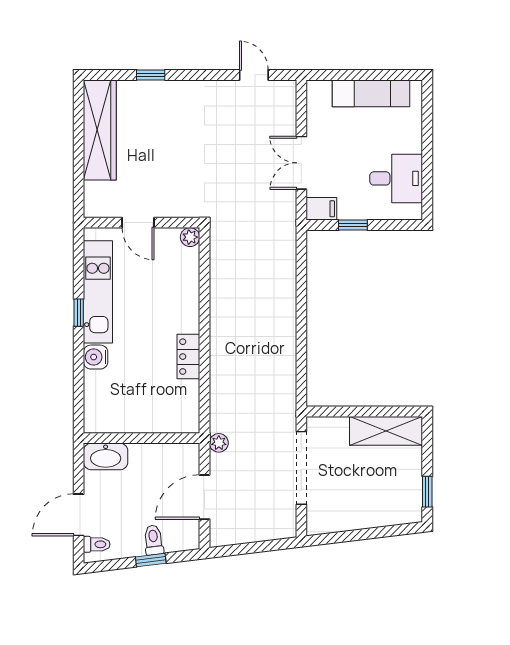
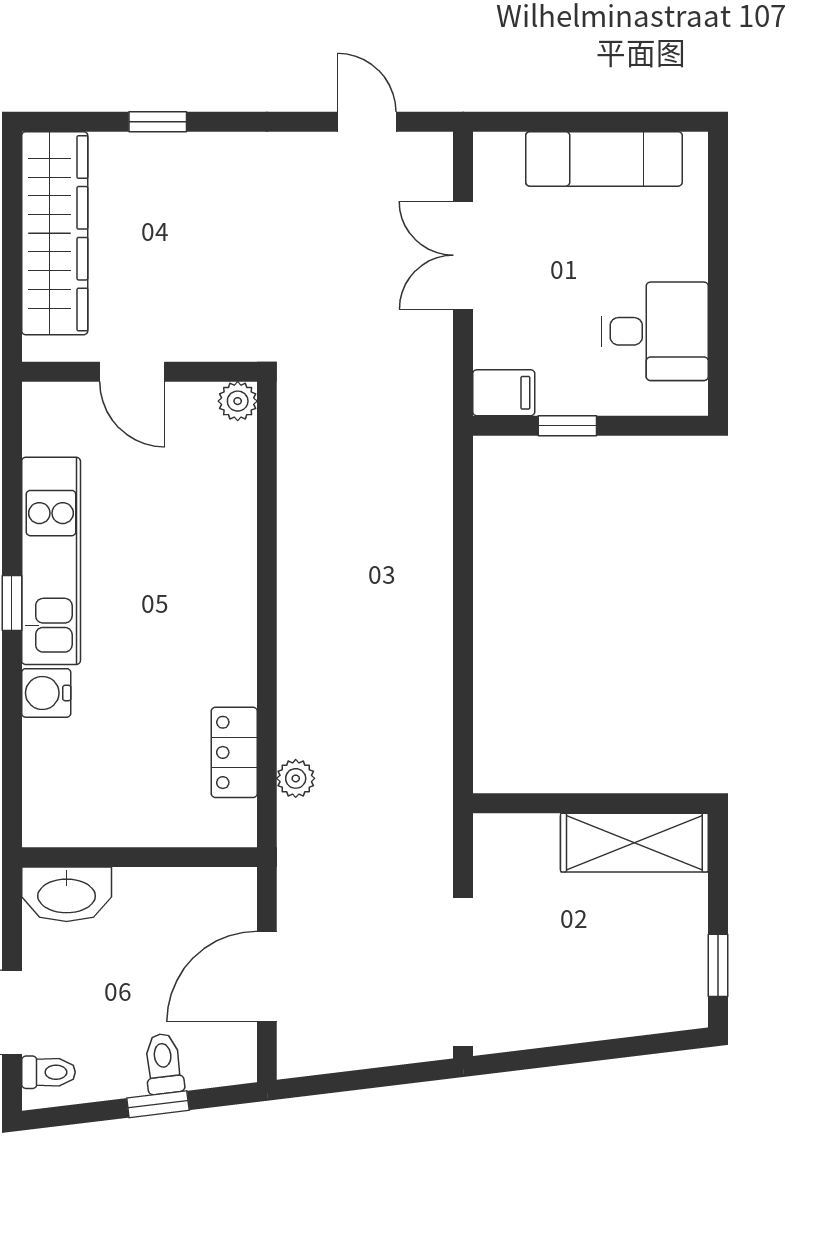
double door: (301, 163) -> (463, 255), moved
door: (138, 223) -> (132, 372), moved
wall: (142, 223) -> (139, 372), moved
plant: (190, 237) -> (238, 401), moved
locker: (188, 357) -> (234, 752), moved
plant: (219, 443) -> (296, 778), moved
doorway: (301, 468) -> (463, 972), moved

